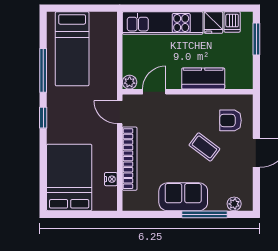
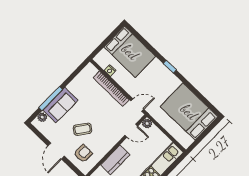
bed: (72, 49) -> (189, 112), width x1.50
window: (43, 70) -> (192, 88), removed
door: (154, 92) -> (131, 131), hinge flipped
sofa: (183, 197) -> (60, 105), moved

